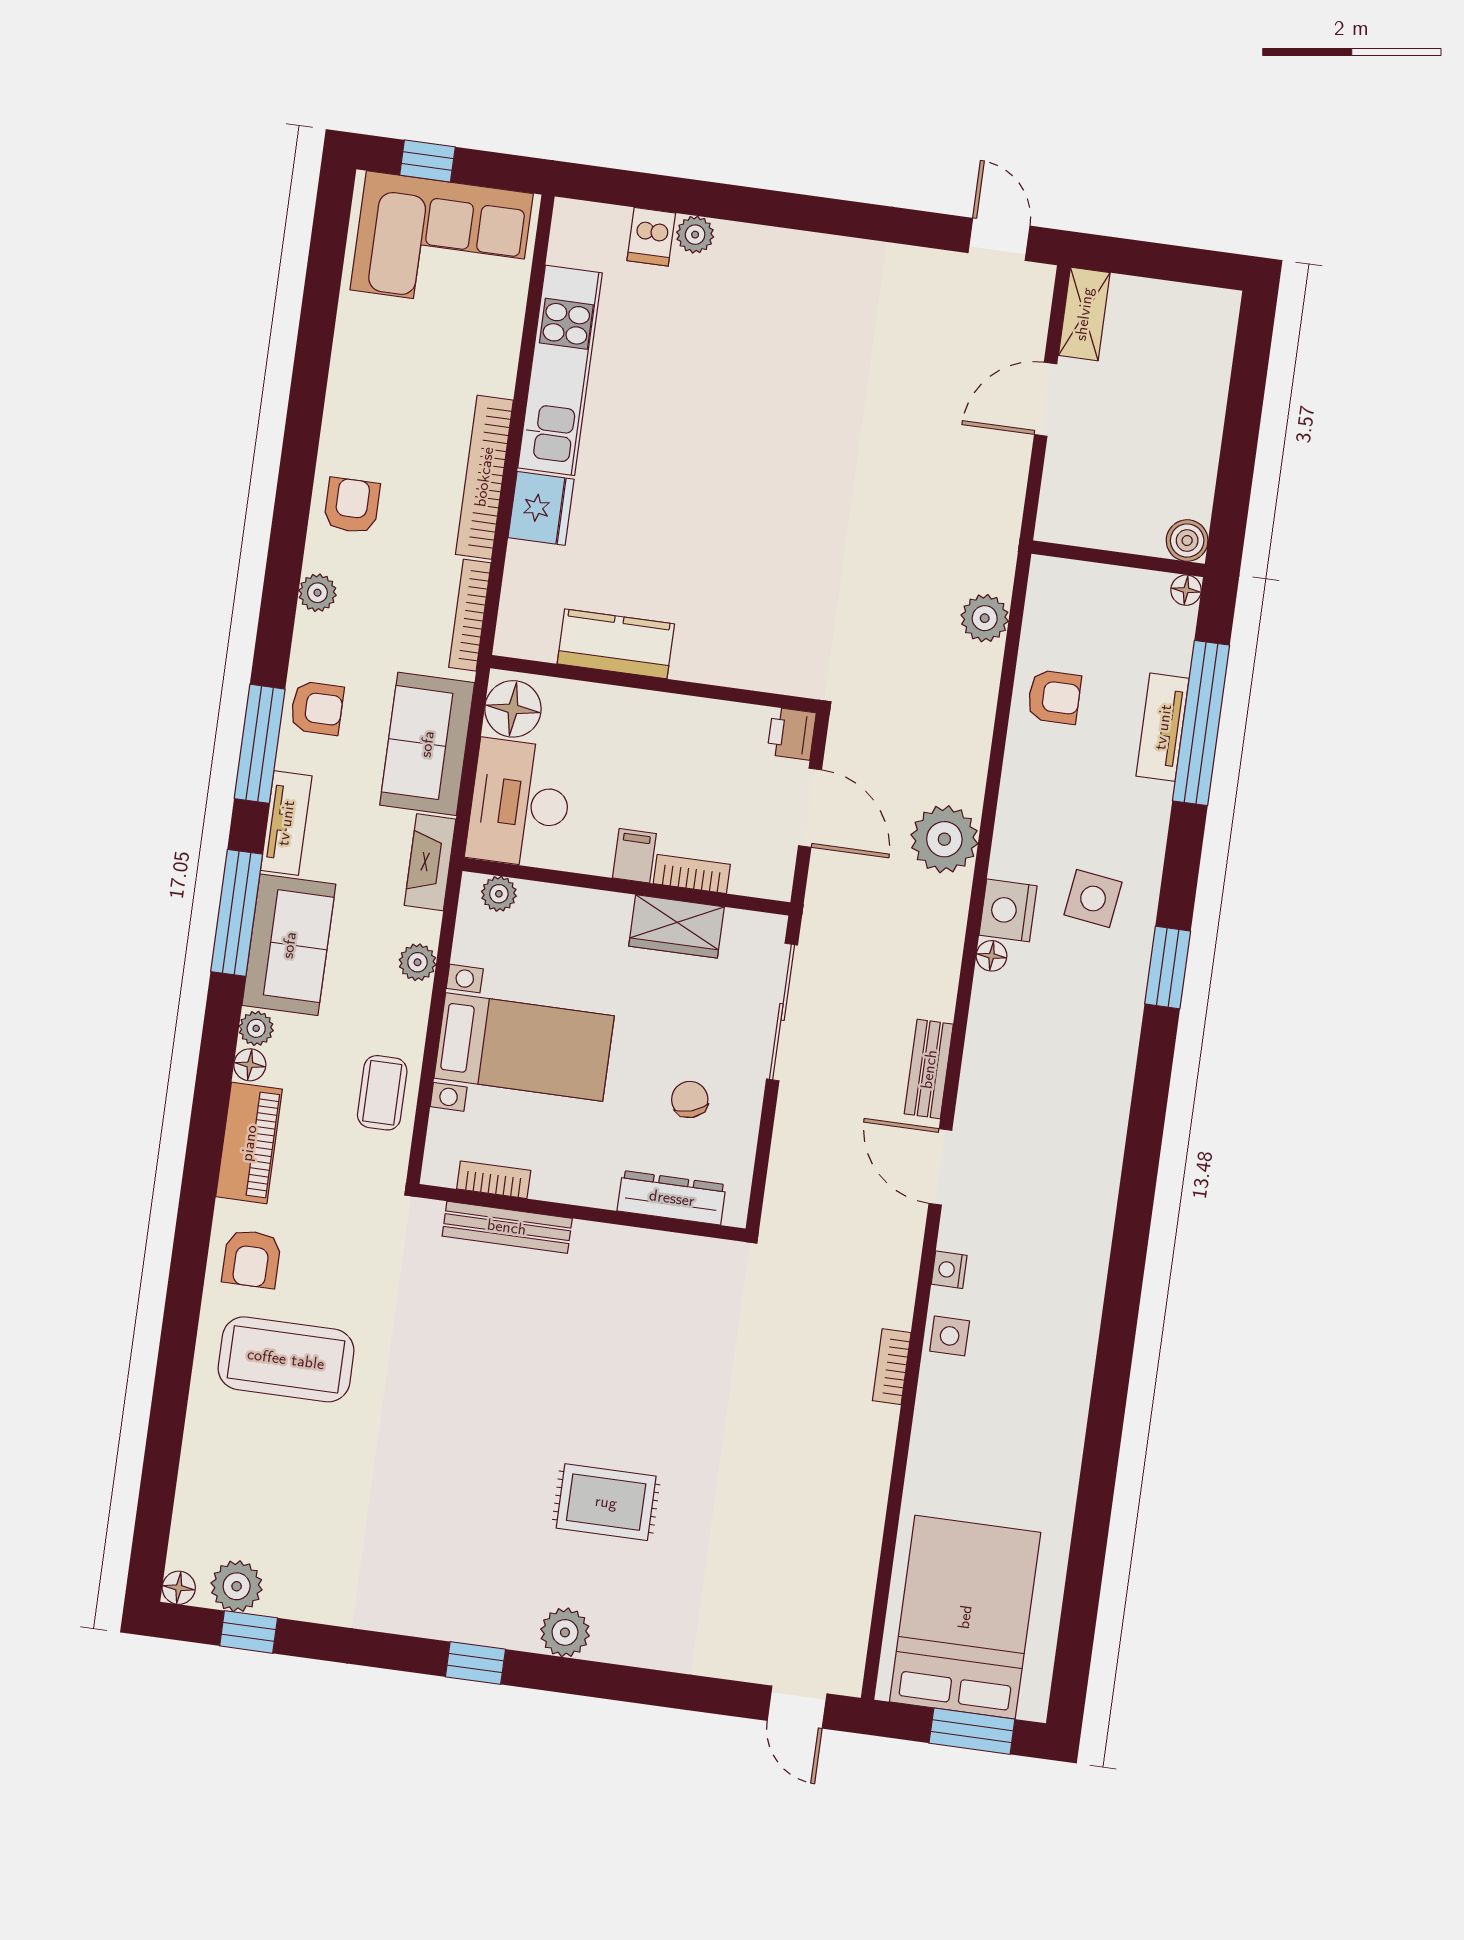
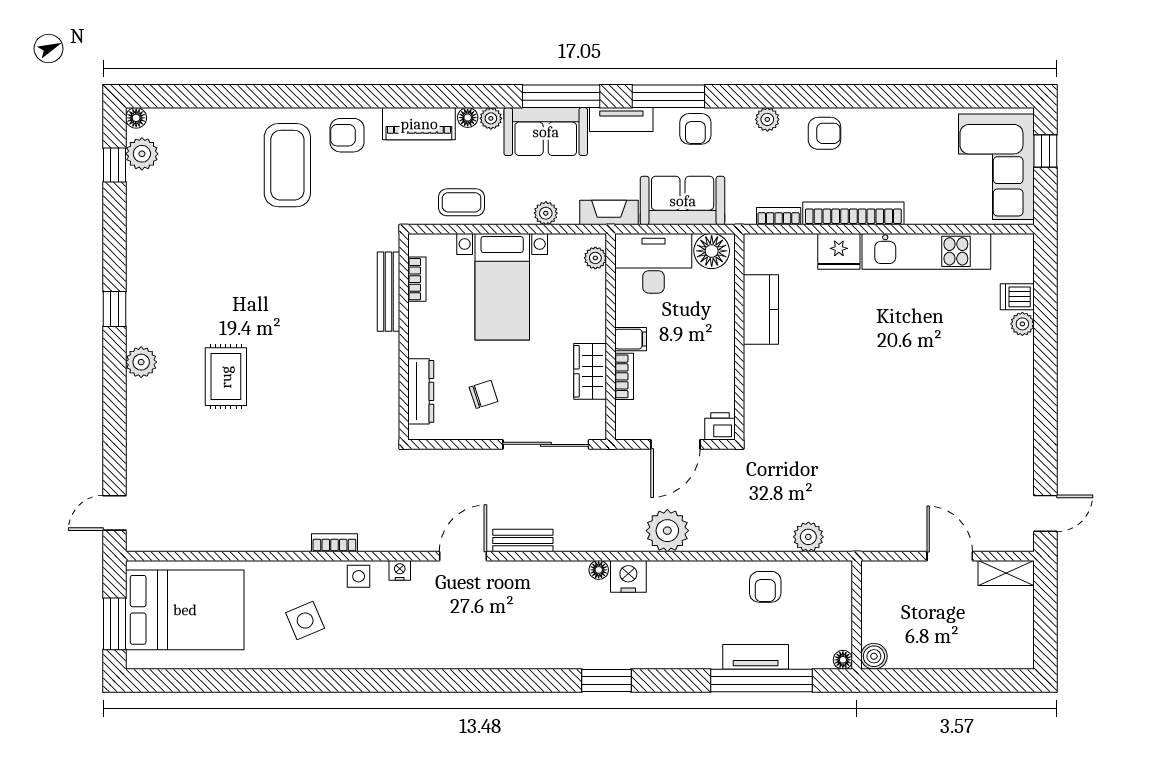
bookcase: (470, 615) -> (779, 216), width x0.64
side table: (1093, 898) -> (305, 621), moved, turned -31

